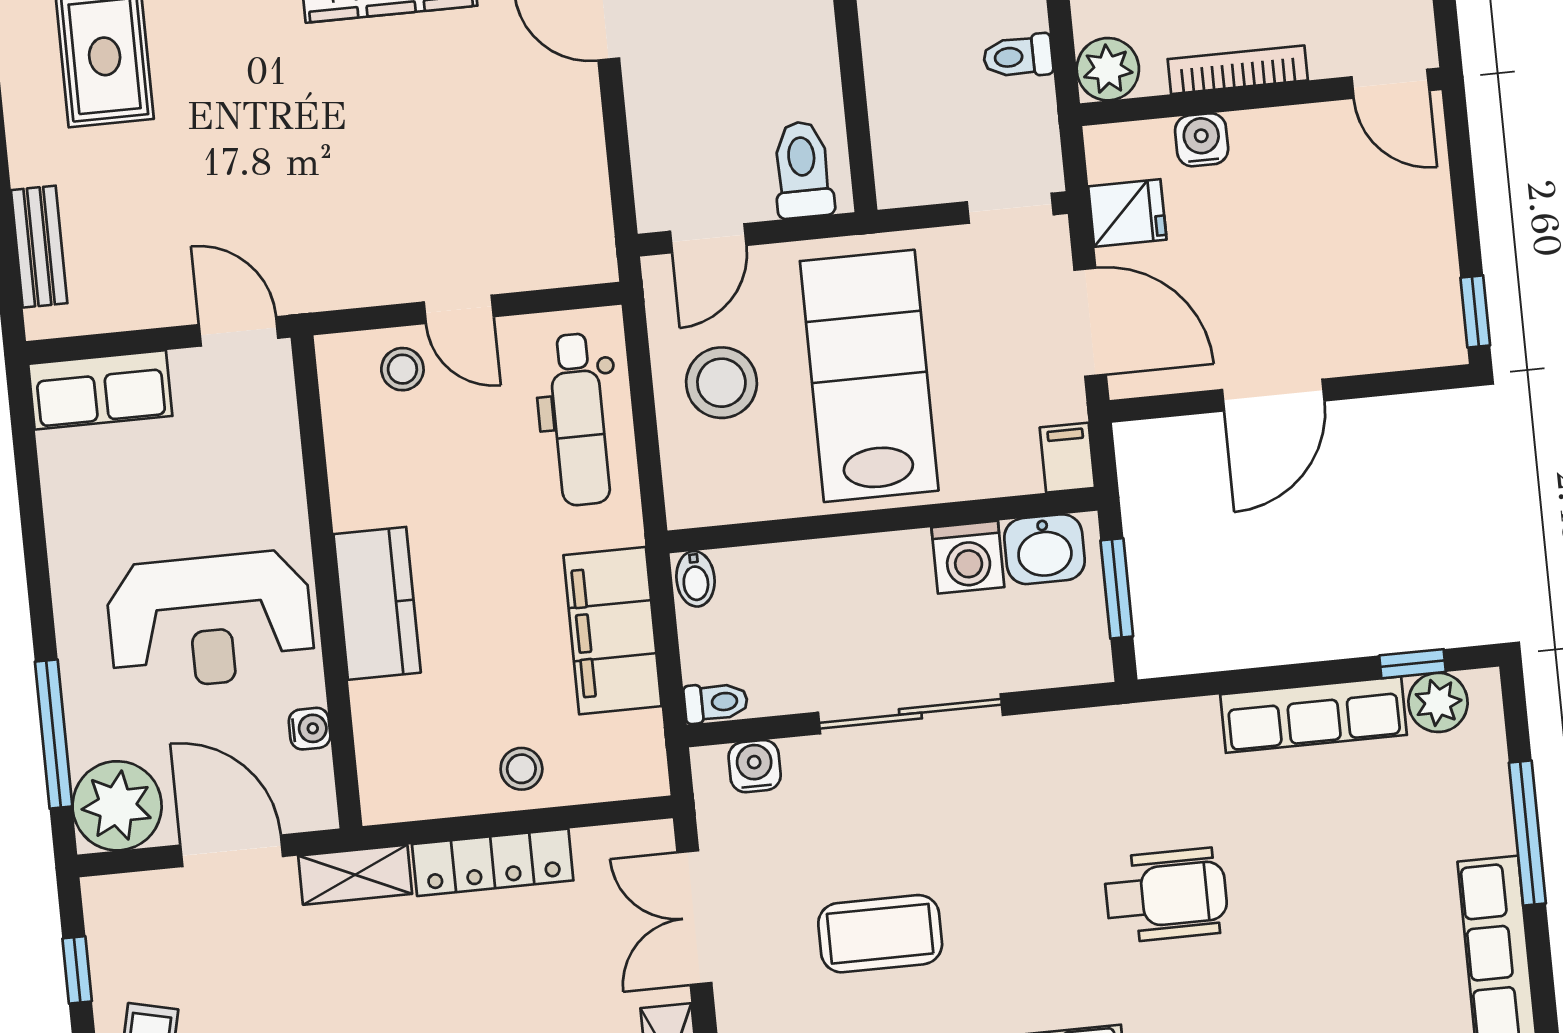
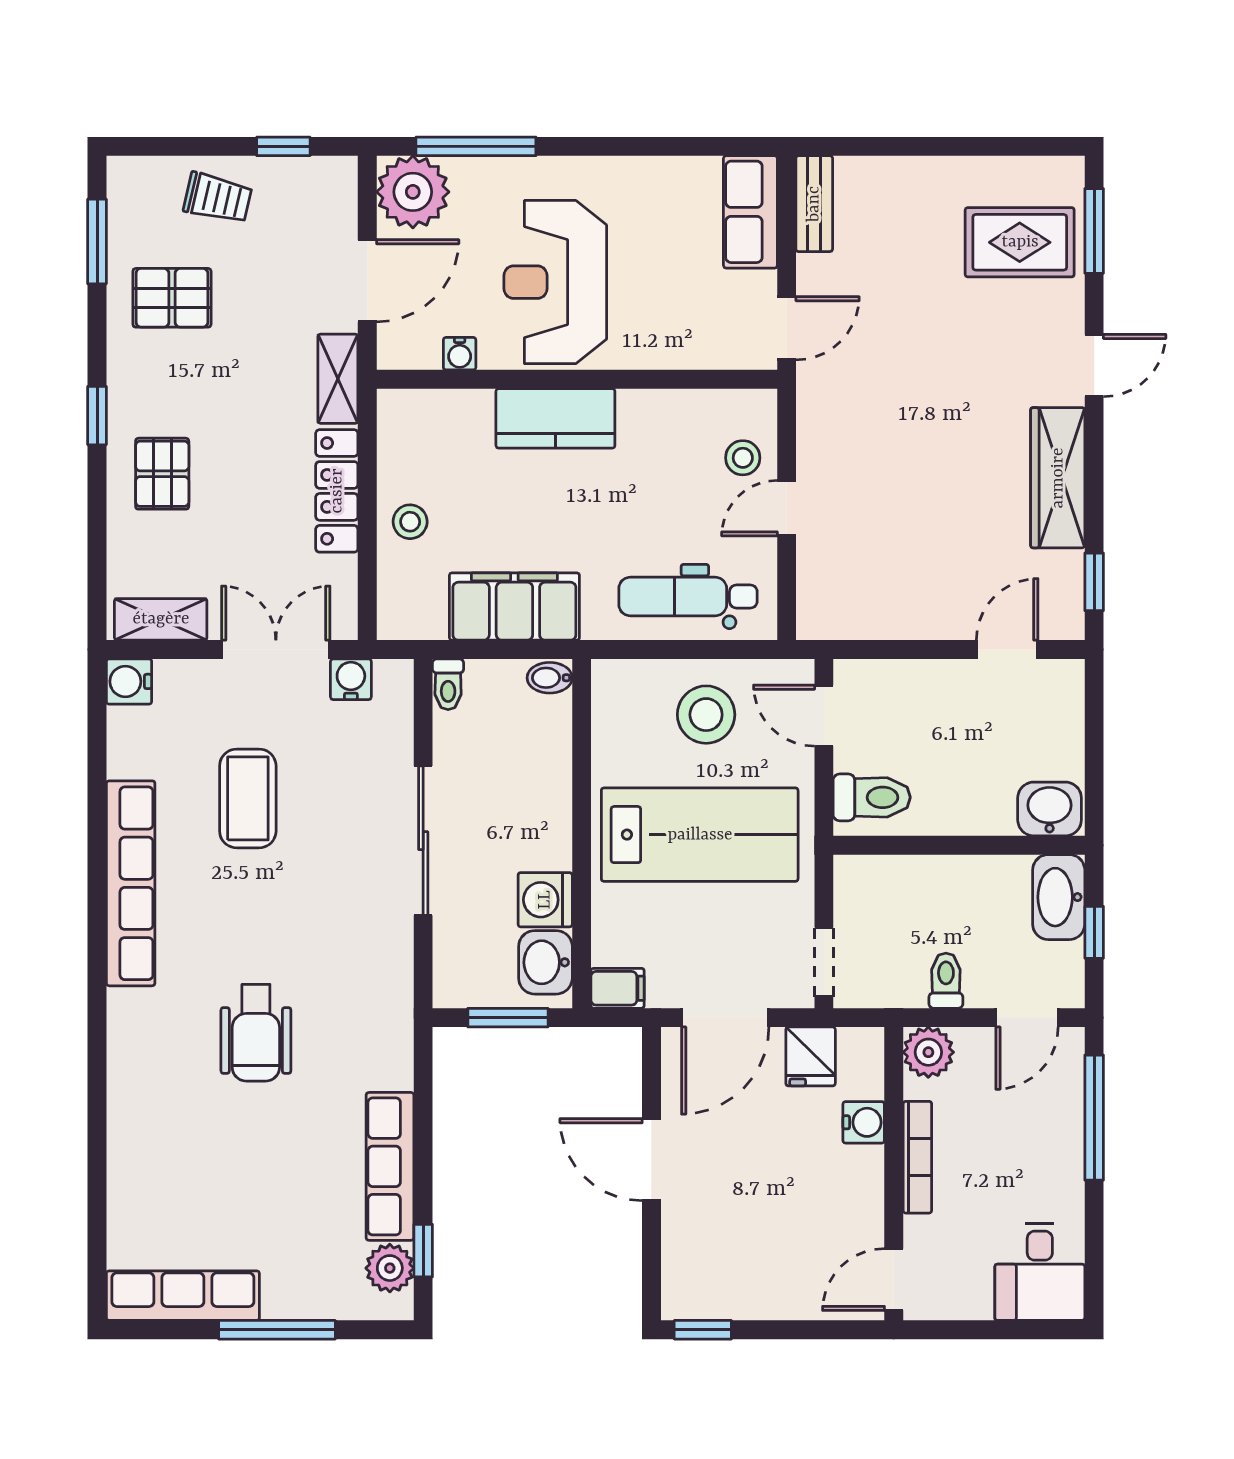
bench: (39, 247) -> (814, 204), moved, turned 90
water cooler: (755, 766) -> (351, 679), moved, turned -90

